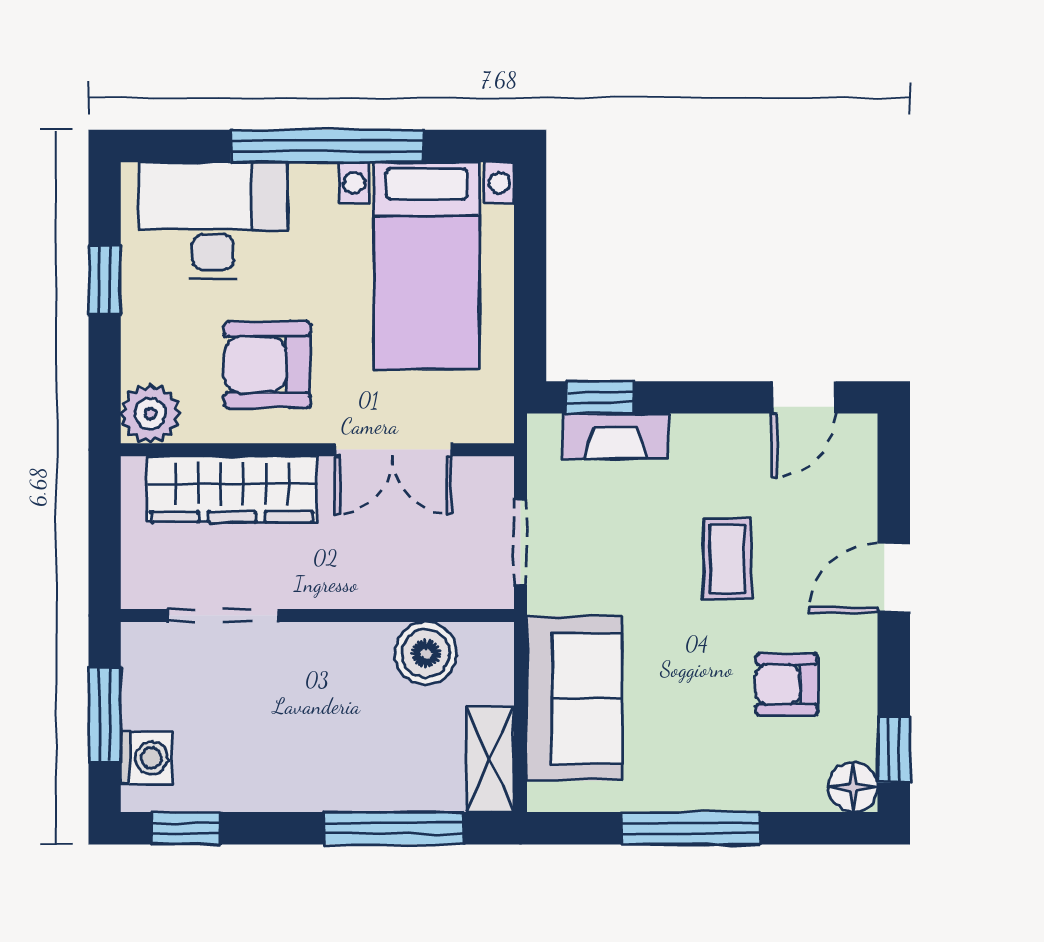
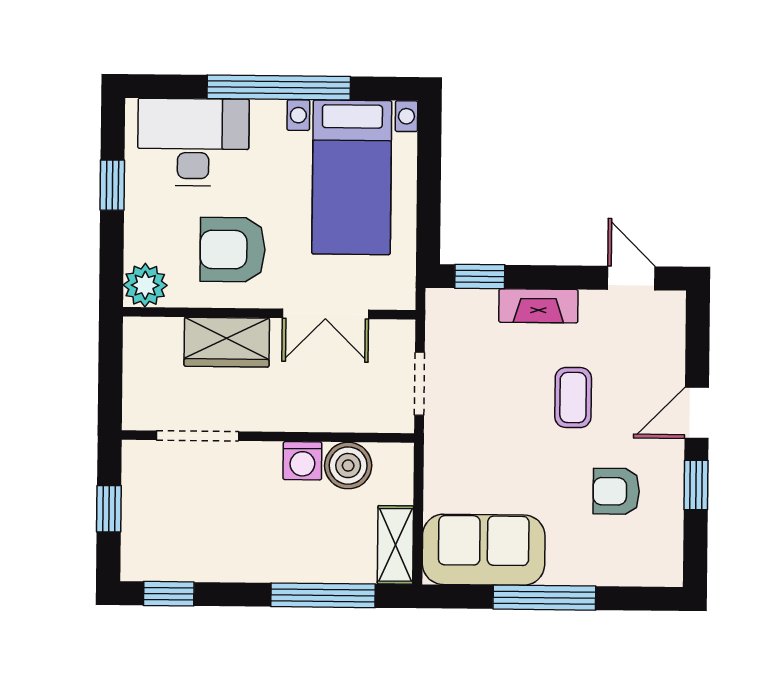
door: (804, 397) -> (631, 278), swing flipped
fireplace: (615, 436) -> (538, 306), moved
wardrobe: (232, 489) -> (227, 342), width x0.67
sofa: (574, 699) -> (484, 550), moved, turned -90
window: (105, 715) -> (109, 509), width x0.67
window: (894, 749) -> (696, 485), moved
washing machine: (146, 758) -> (302, 461), moved, turned 90
floor lamp: (853, 787) -> (665, 568), removed

